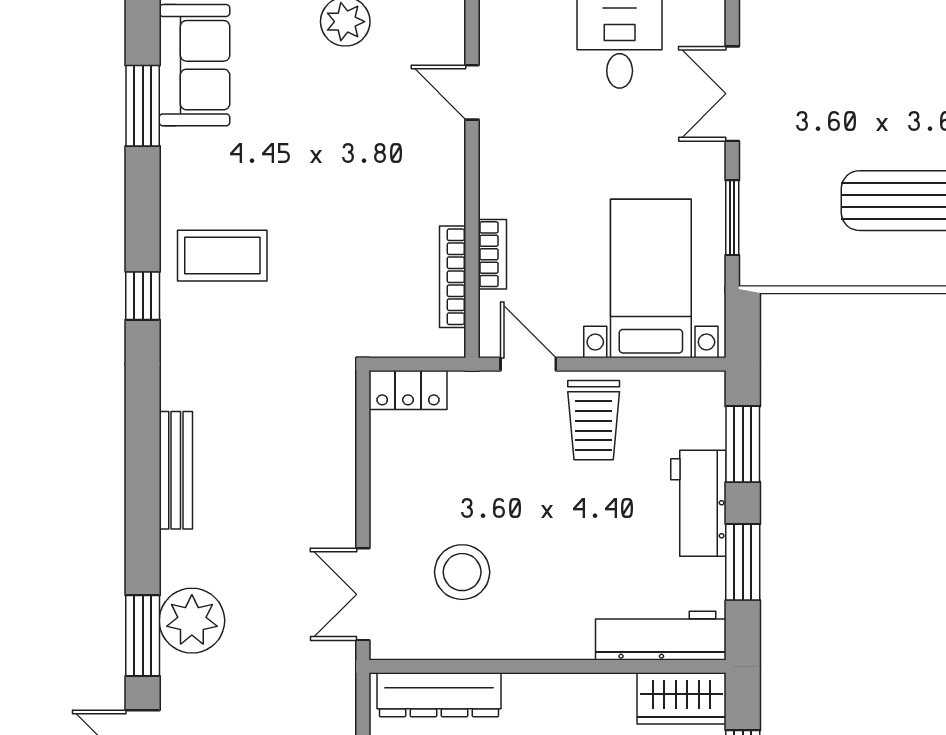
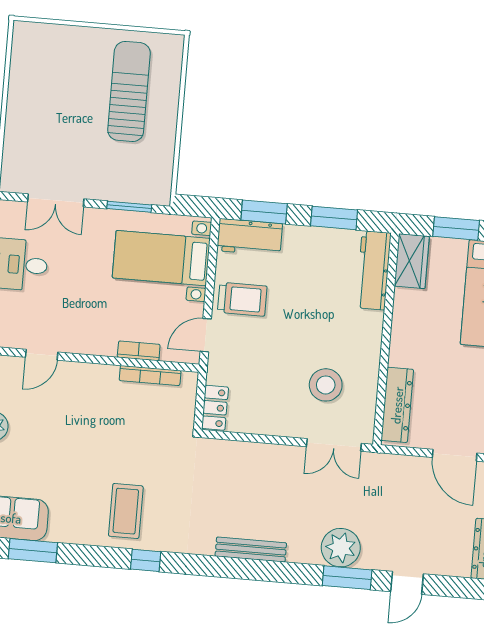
workbench: (698, 503) -> (250, 237), moved

